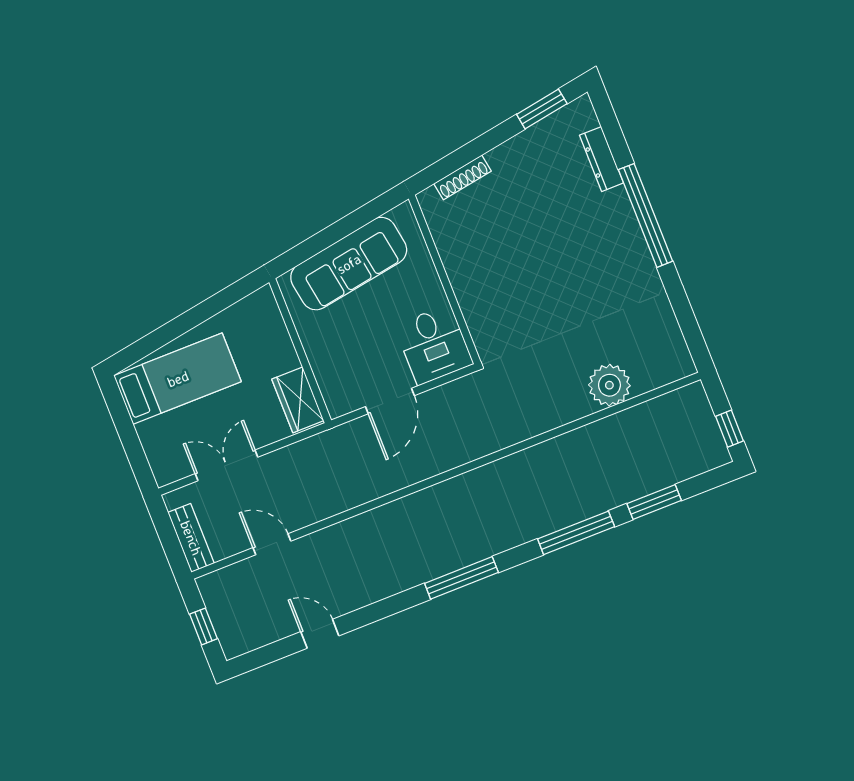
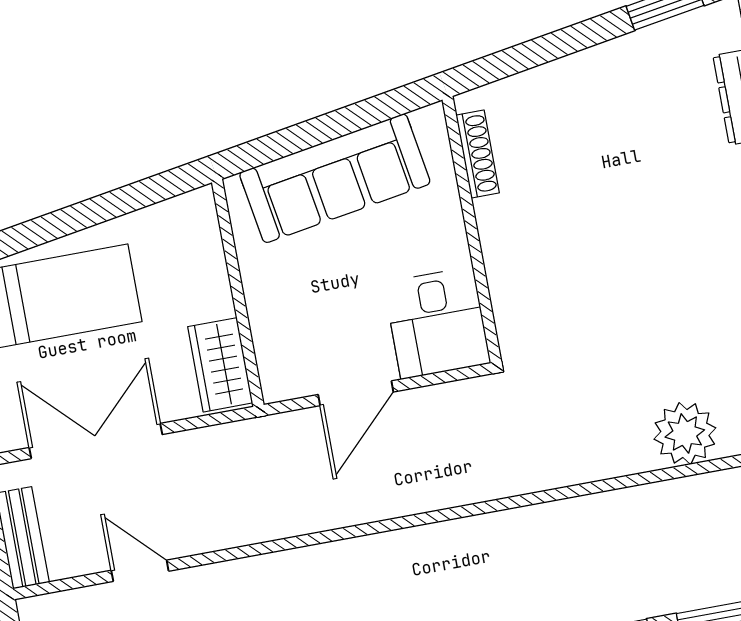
shoe rack: (462, 177) -> (478, 154), moved, turned -81
double door: (226, 465) -> (96, 441), width x1.37

